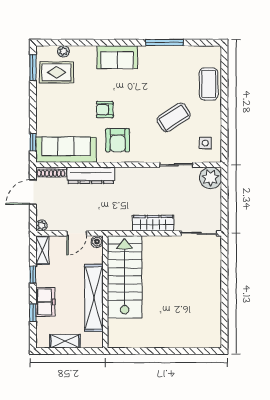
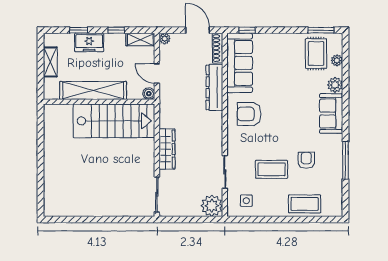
plant: (88, 53) -> (335, 85), added
armchair: (105, 110) -> (306, 160), moved
coffee table: (174, 117) -> (272, 169), turned -57

